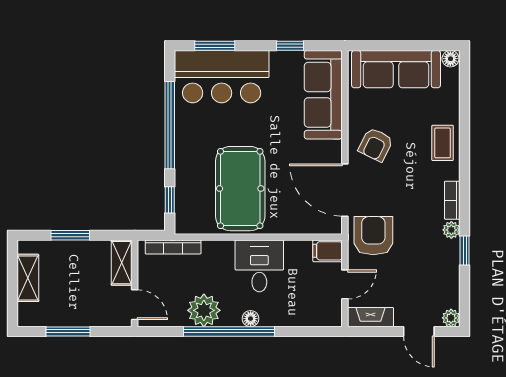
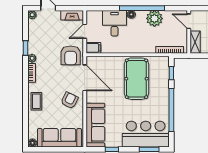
desk: (259, 266) -> (114, 23), moved, turned 180

